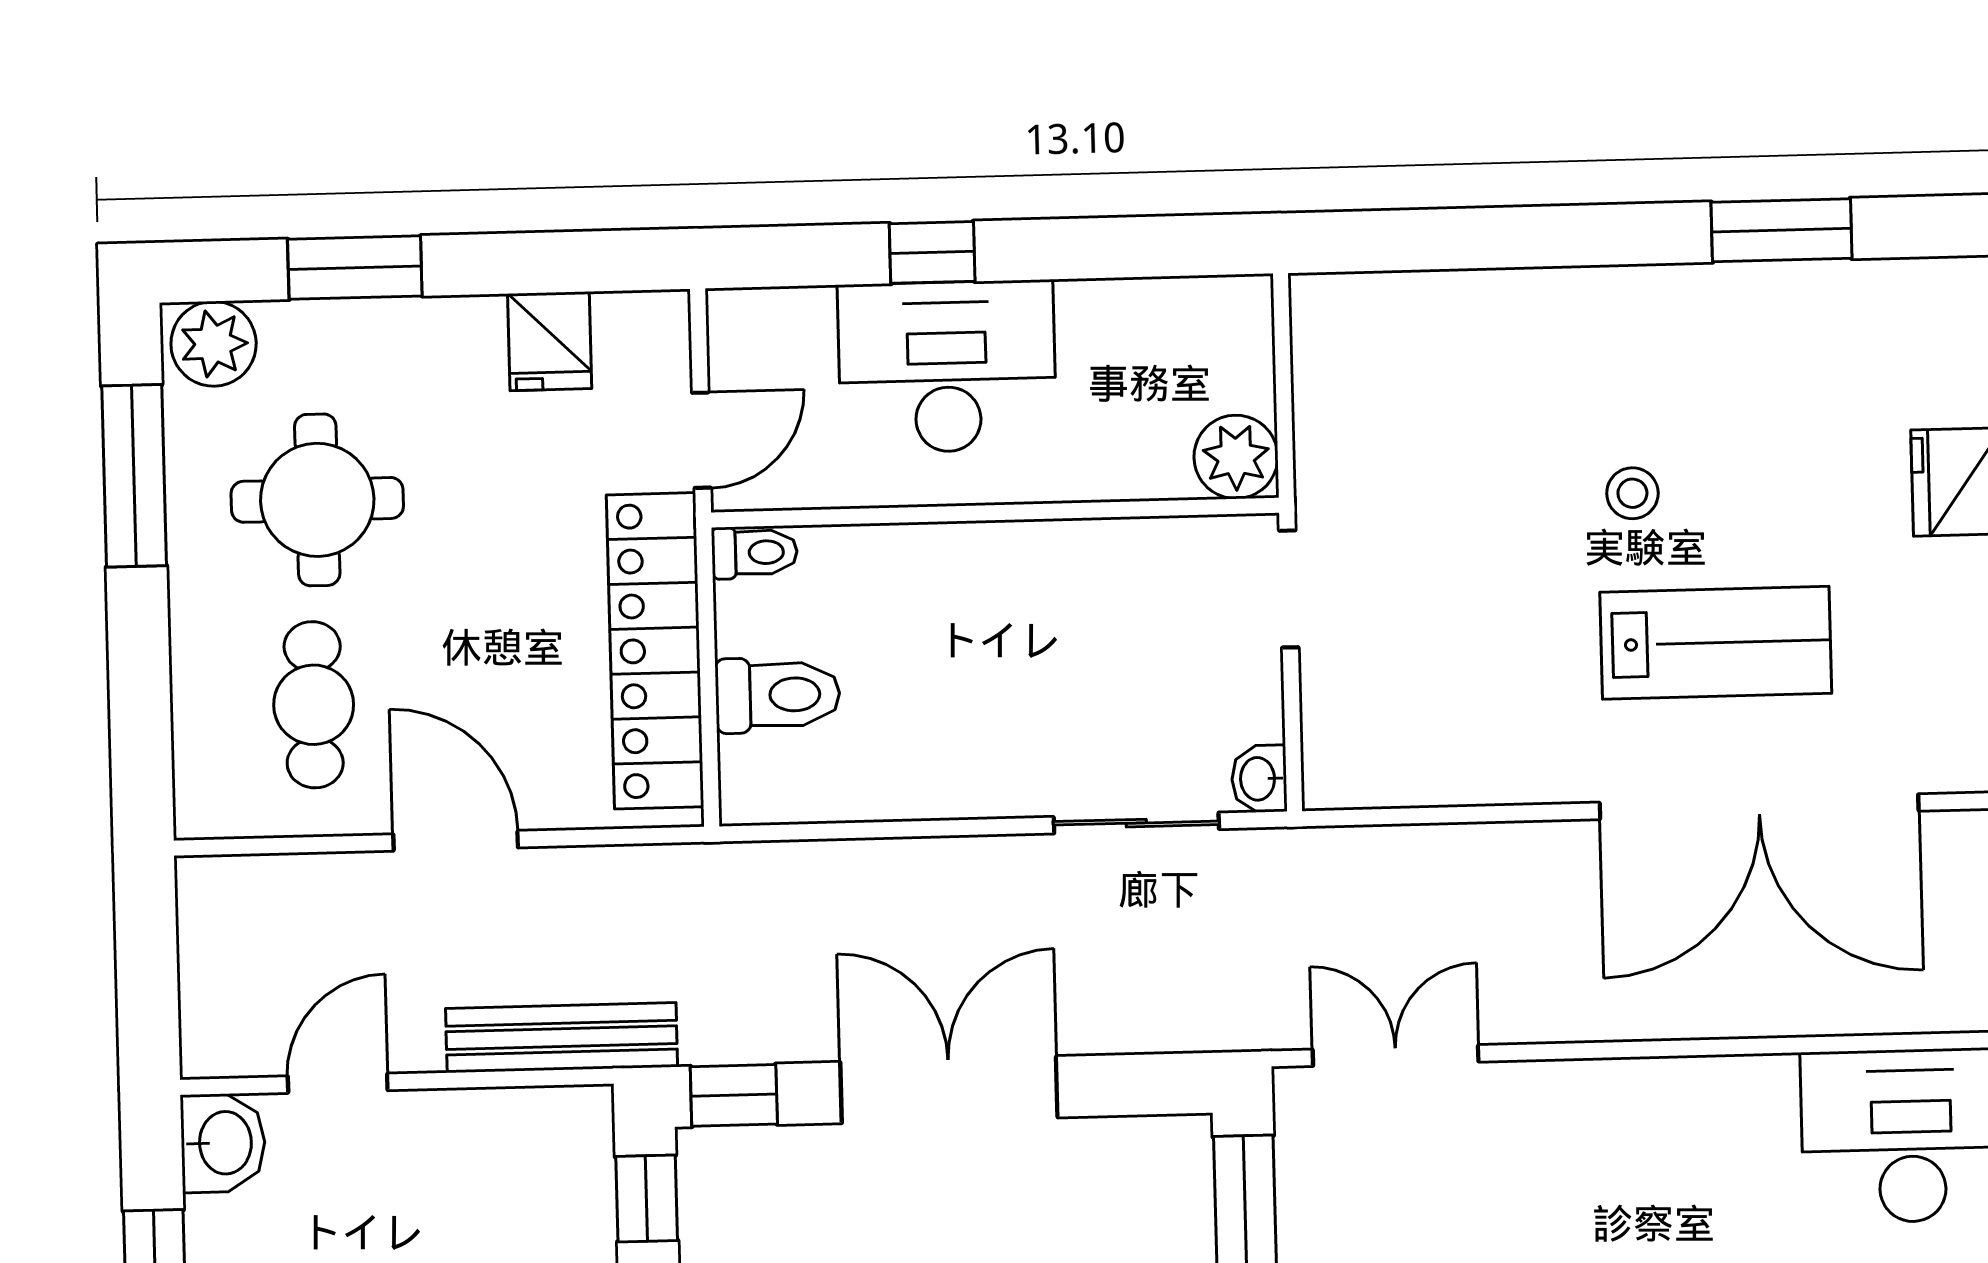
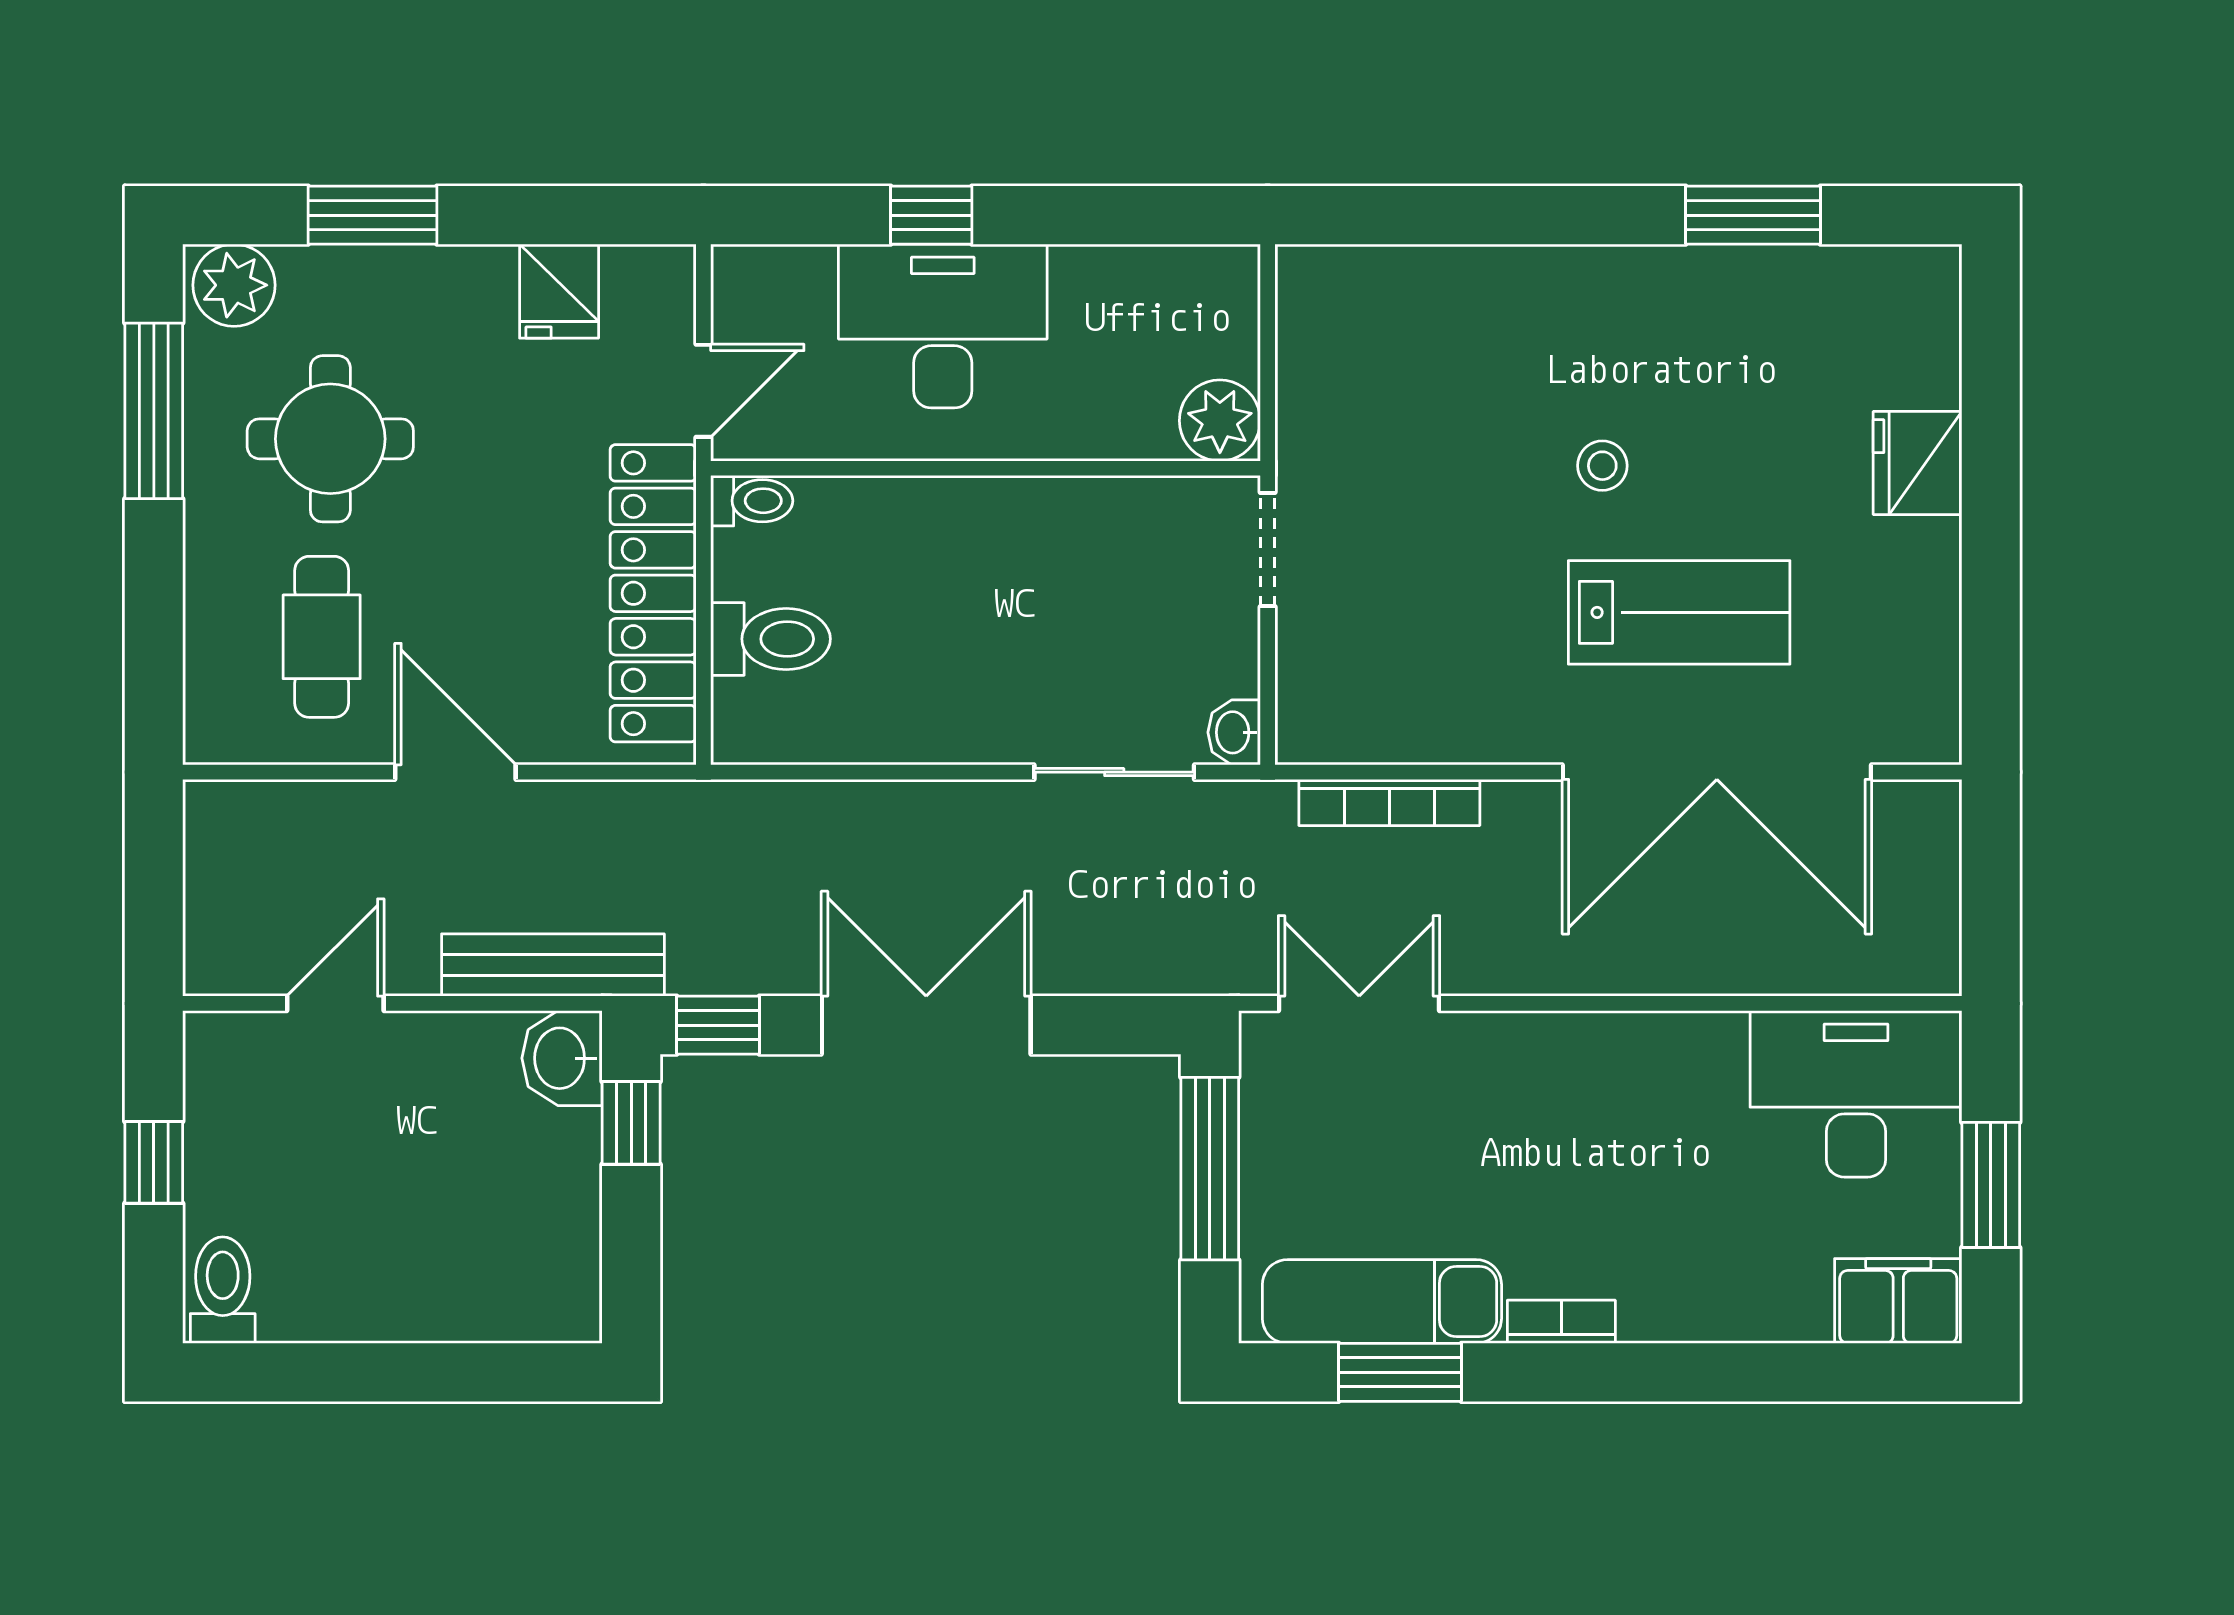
bookcase: (1421, 847) -> (1389, 802), added
washbasin: (223, 1143) -> (562, 1058), moved, turned 180

